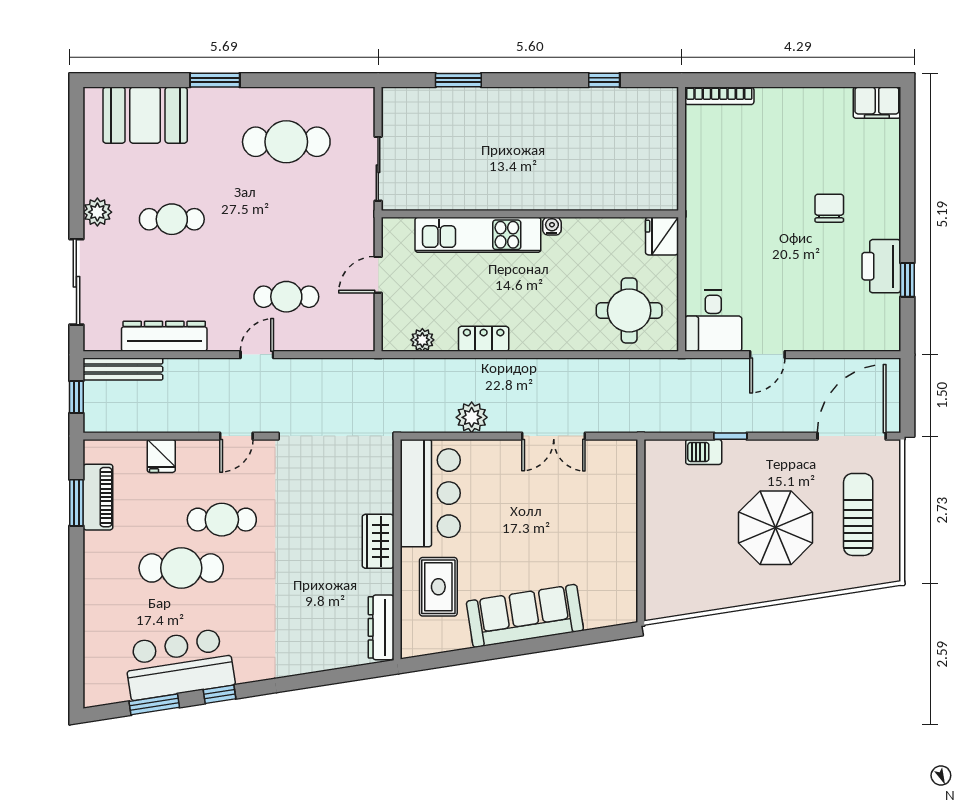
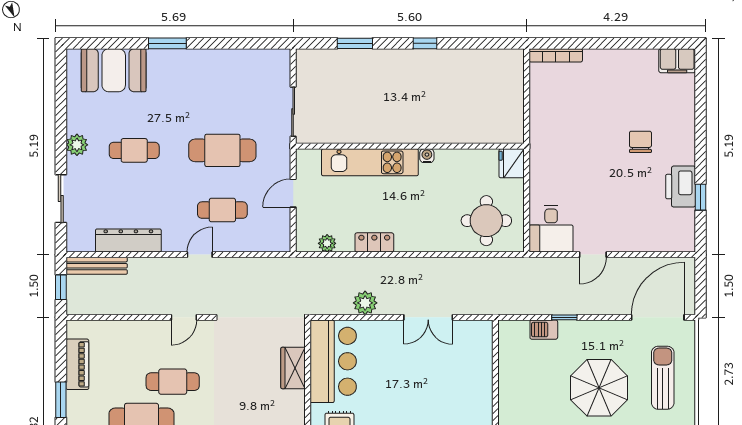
window: (604, 80) -> (425, 43), moved
cafe table: (286, 142) -> (222, 150), moved
sliding door: (76, 282) -> (61, 199), width x0.73
fridge: (161, 456) -> (126, 333), removed
window: (76, 503) -> (61, 400), moved
wardrobe: (378, 541) -> (293, 368), moved

